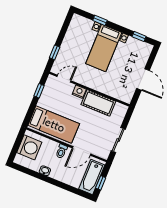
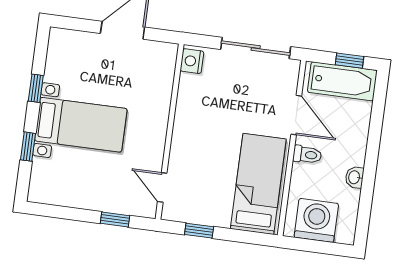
window: (139, 36) -> (36, 88), moved
nightstand: (79, 92) -> (192, 61), moved
cot: (98, 103) -> (192, 107), removed
sliding door: (118, 140) -> (256, 48), width x1.37

